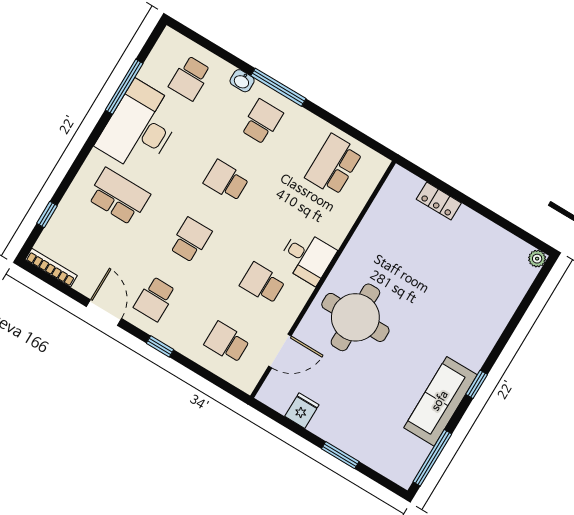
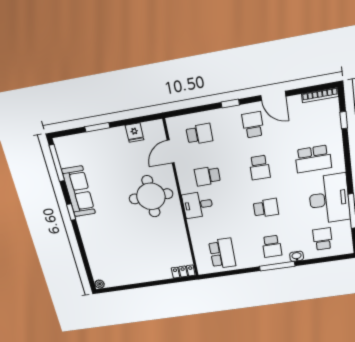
locker: (439, 201) -> (183, 272), moved
school desk: (262, 283) -> (207, 176), turned 180

